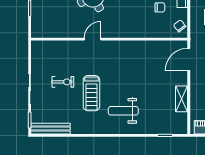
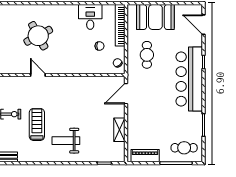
door: (93, 39) -> (38, 75), hinge flipped
treadmill: (91, 93) -> (37, 124), turned 180

